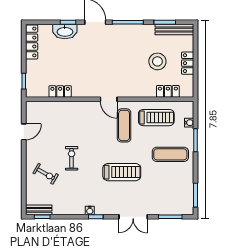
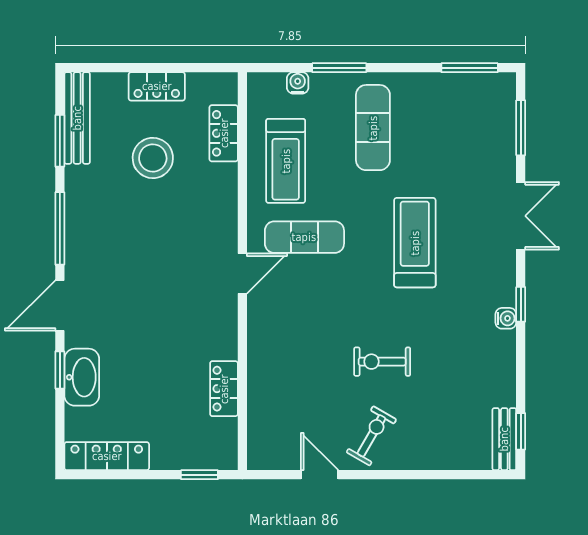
treadmill: (156, 118) -> (286, 161), turned 180
exercise bike: (46, 174) -> (371, 436), moved

